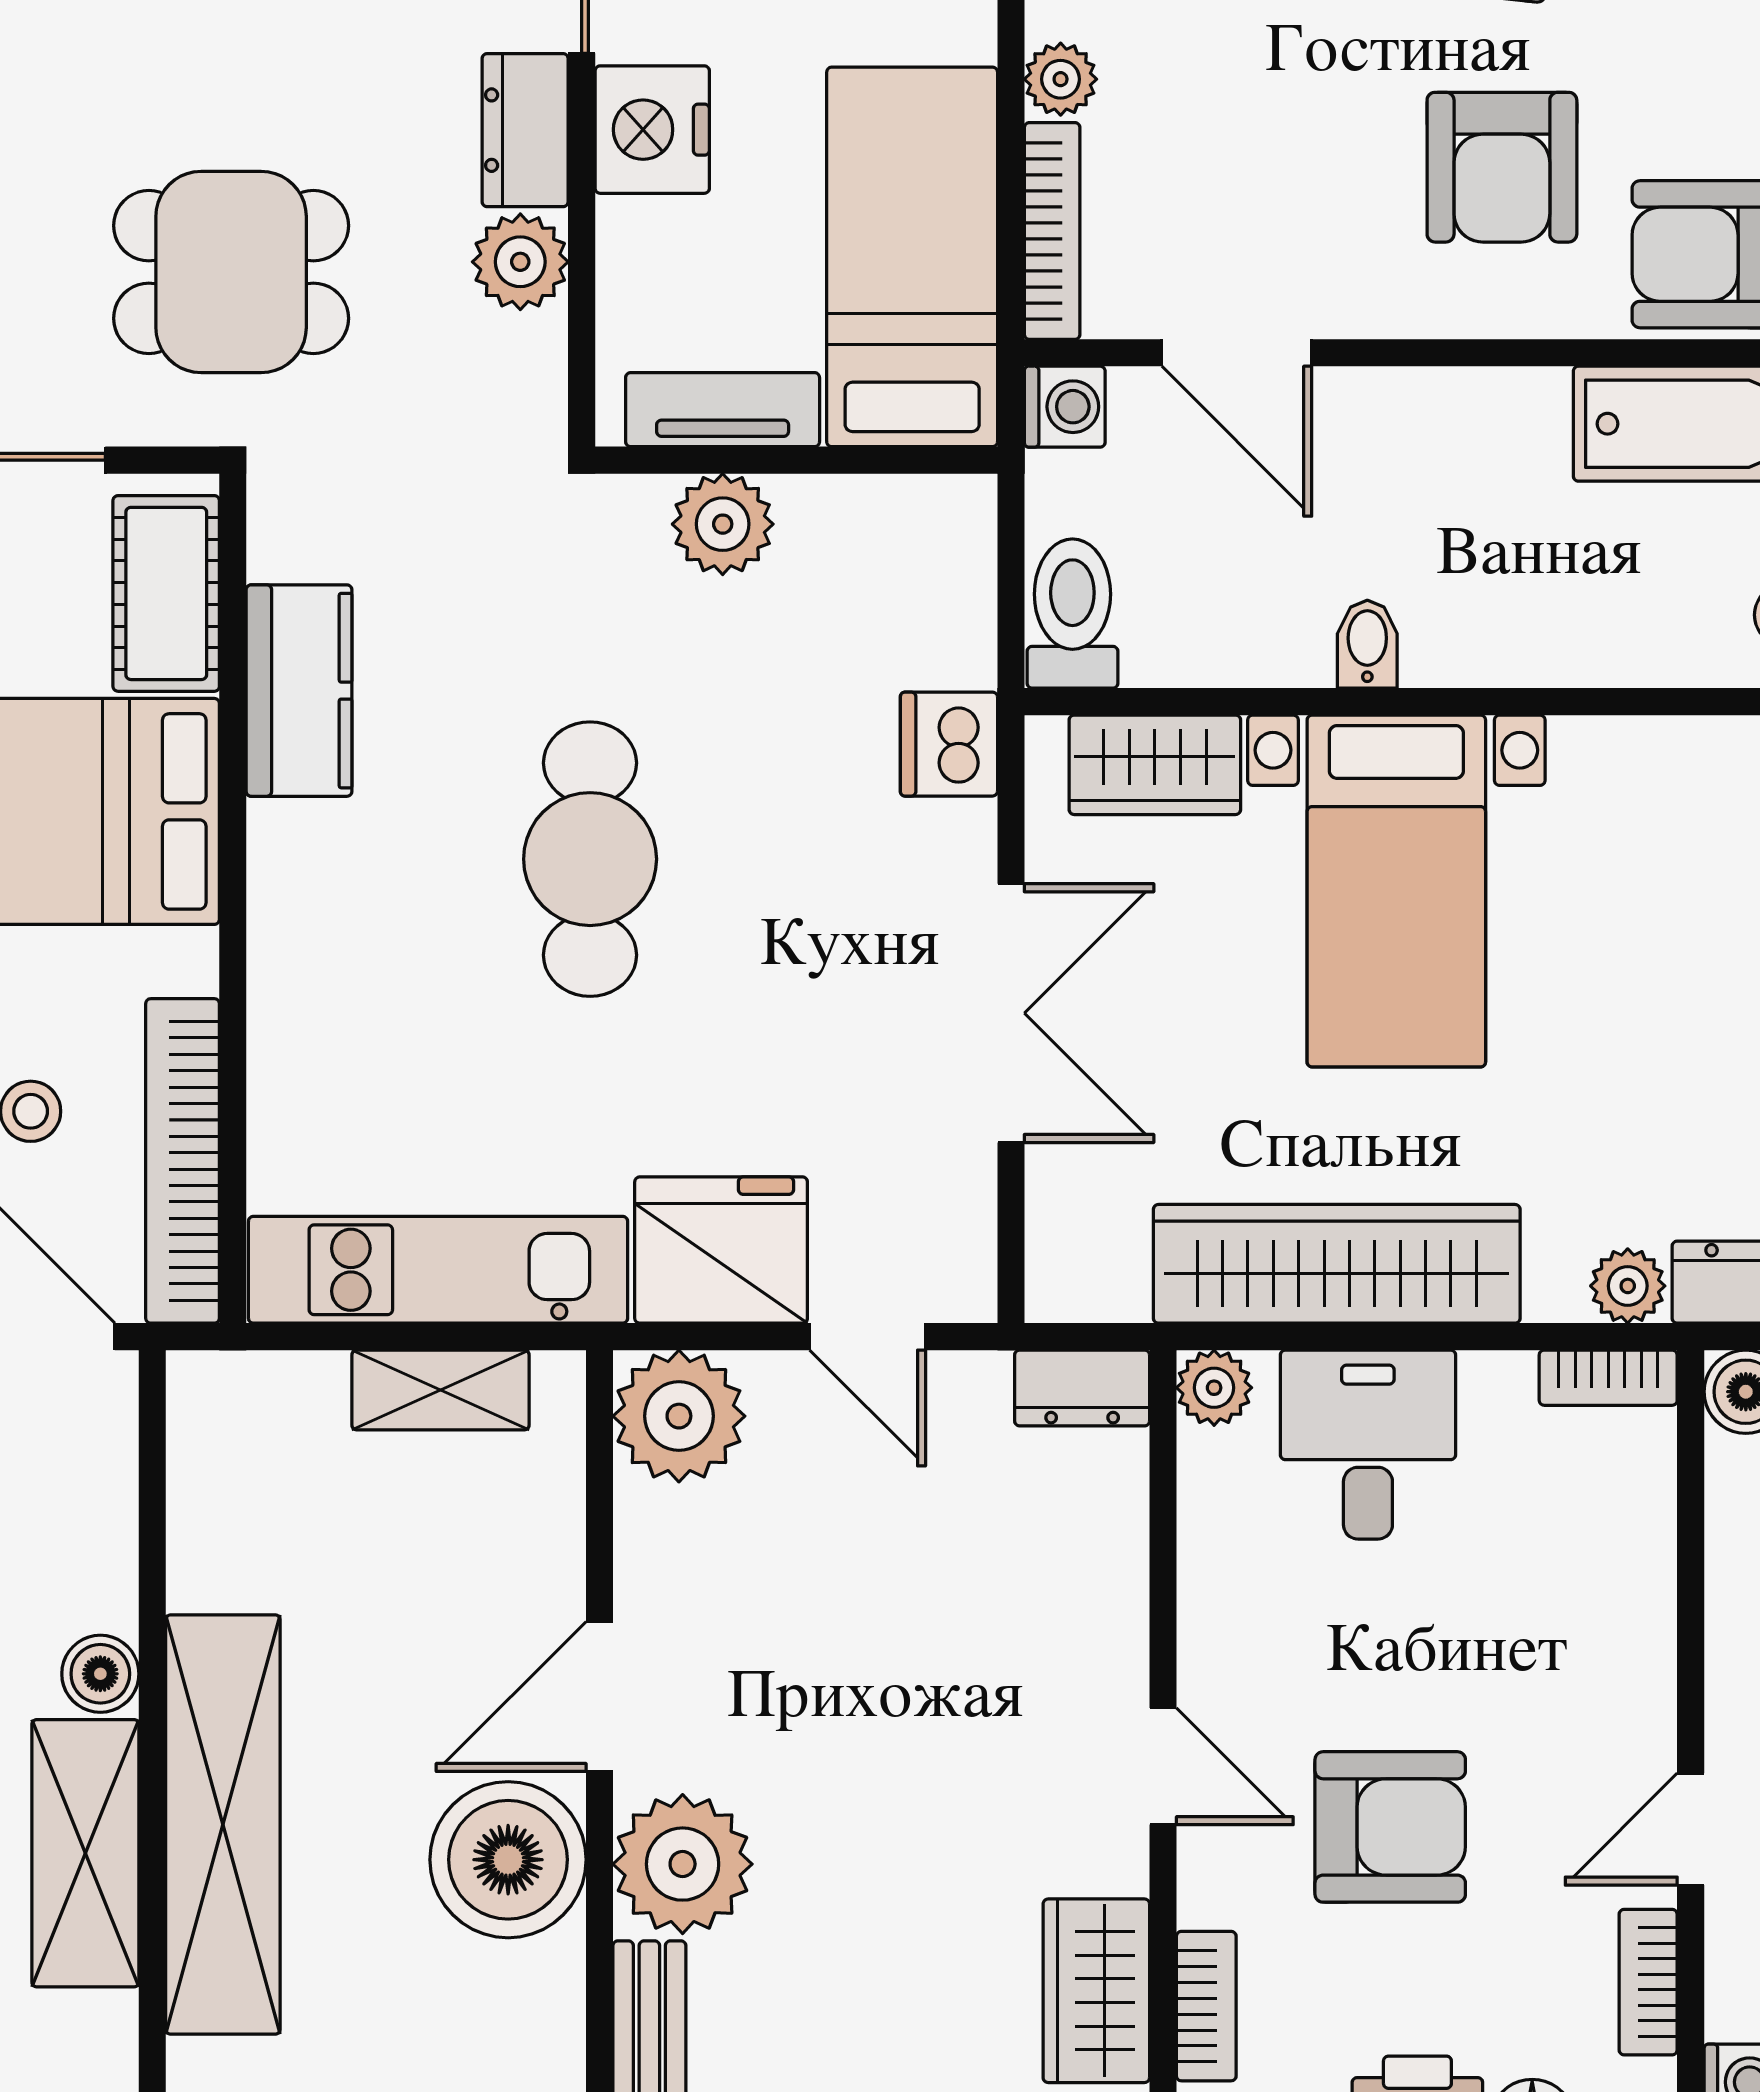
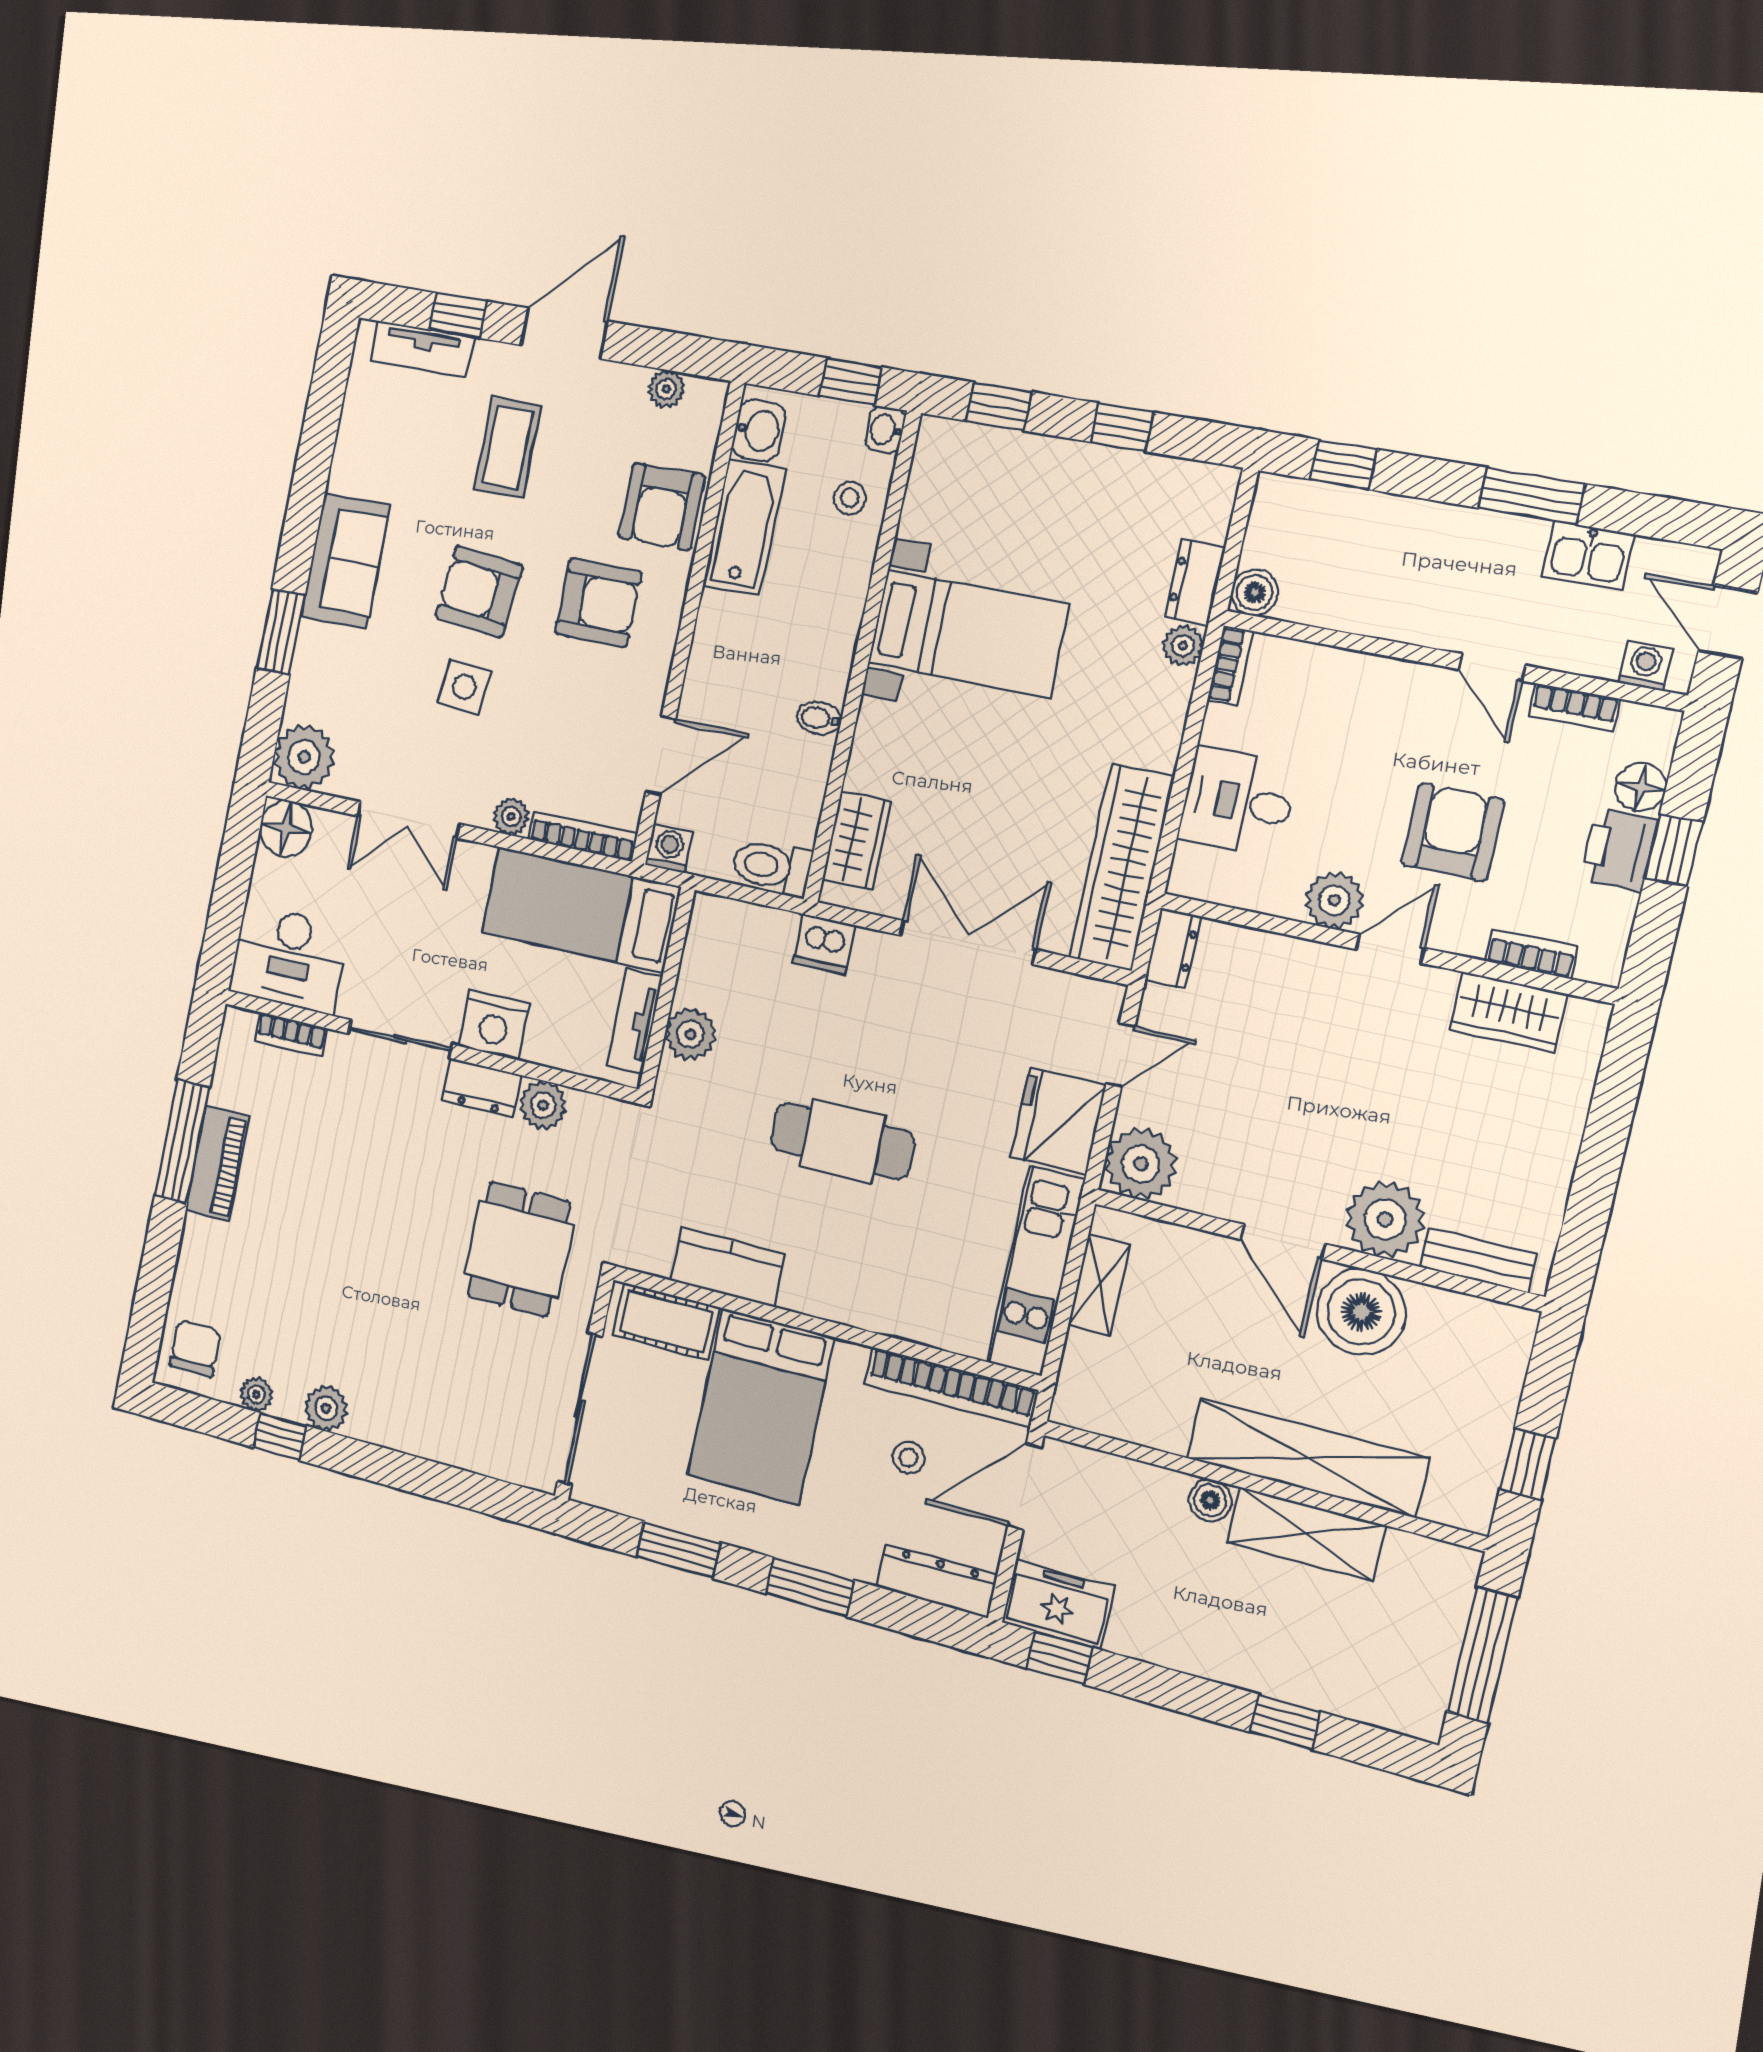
bed with nightstands: (1396, 891) -> (968, 633), moved
wardrobe: (1337, 1264) -> (1122, 867), moved
plant: (1214, 1388) -> (1334, 900), moved, width x1.38, depth x1.38

